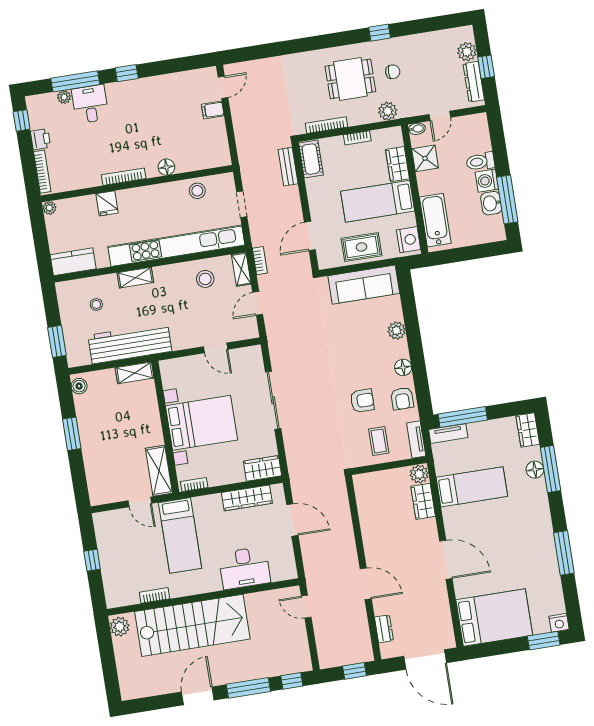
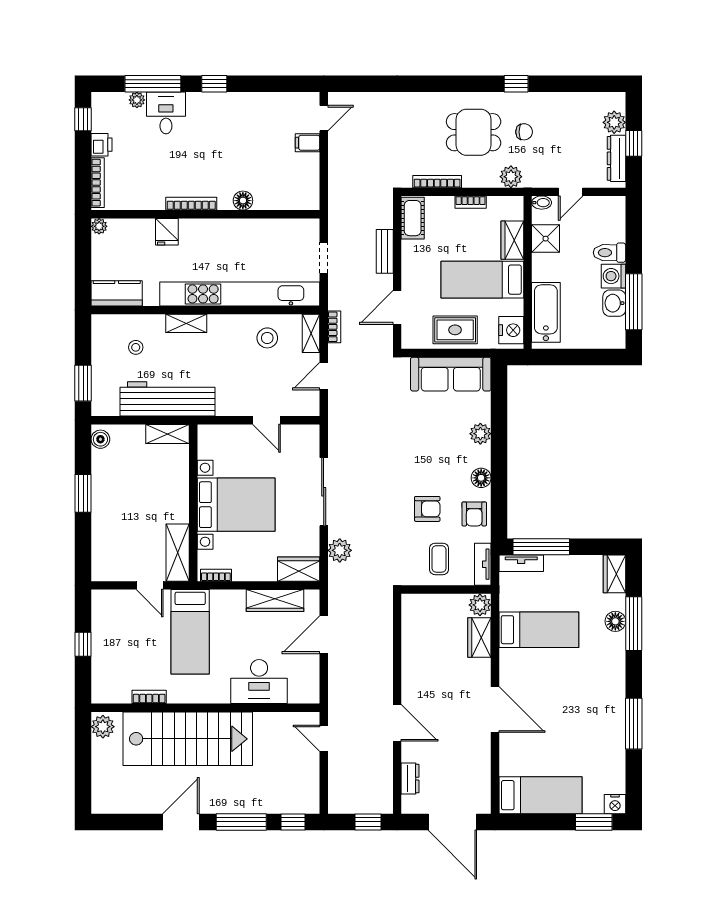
bench: (288, 167) -> (385, 251), moved
stool: (197, 191) -> (274, 234), removed
plant: (294, 447) -> (340, 550), added
door: (292, 520) -> (324, 635), swing flipped
bed: (494, 617) -> (540, 795), width x0.67

